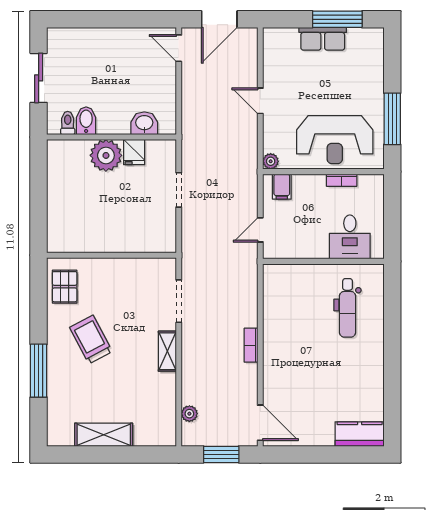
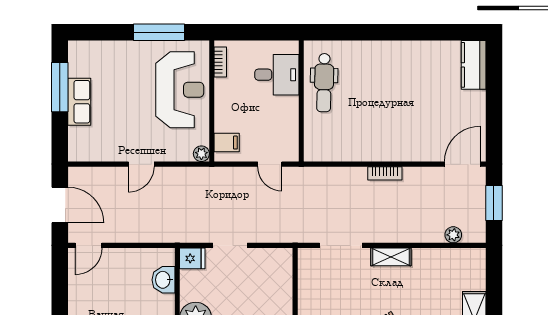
fridge: (134, 152) -> (192, 258), moved
bookcase: (342, 180) -> (220, 62), moved
dental chair: (348, 308) -> (324, 83), moved, turned 91

